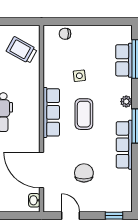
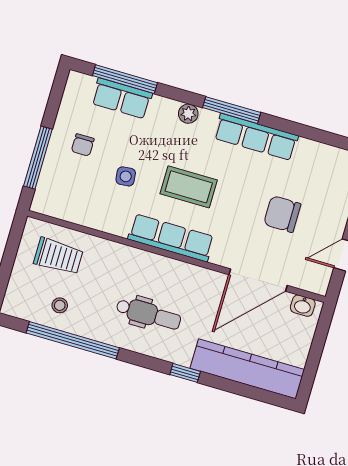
window: (76, 22) -> (38, 158), added
chair: (65, 34) -> (83, 145), moved
trolley: (22, 50) -> (58, 256), turned -119

